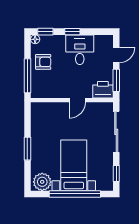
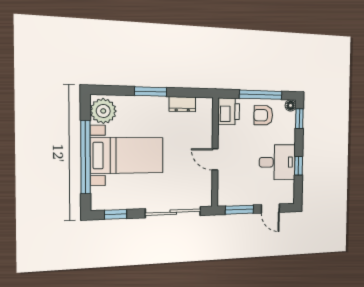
window: (72, 32) -> (299, 166), moved
armchair: (43, 62) -> (263, 115), turned 90
window: (27, 76) -> (261, 95), moved
printer: (103, 90) -> (229, 111), moved
dresser: (36, 125) -> (182, 104), added

